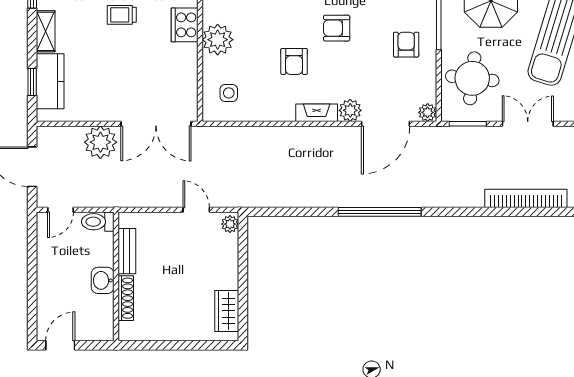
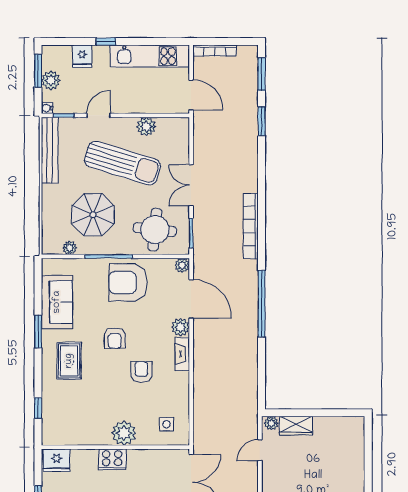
armchair: (406, 45) -> (128, 282), width x1.88, depth x1.88
armchair: (294, 61) -> (141, 372), turned -90
bookcase: (526, 198) -> (251, 226), moved
wardrobe: (227, 311) -> (296, 426), moved

